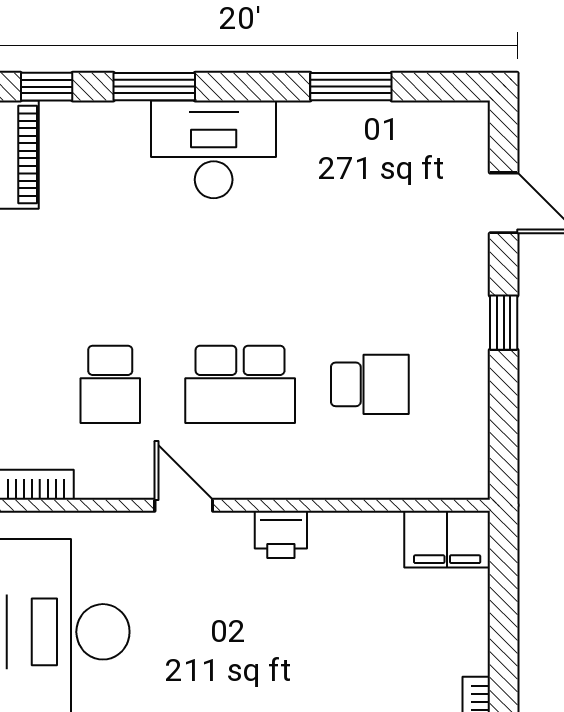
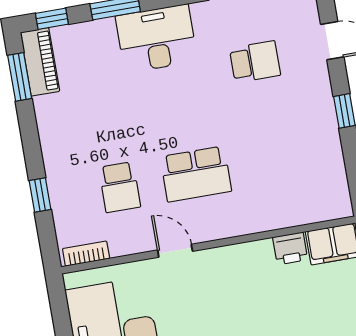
school desk: (370, 384) -> (255, 62), moved
printer: (281, 534) -> (290, 248), moved

